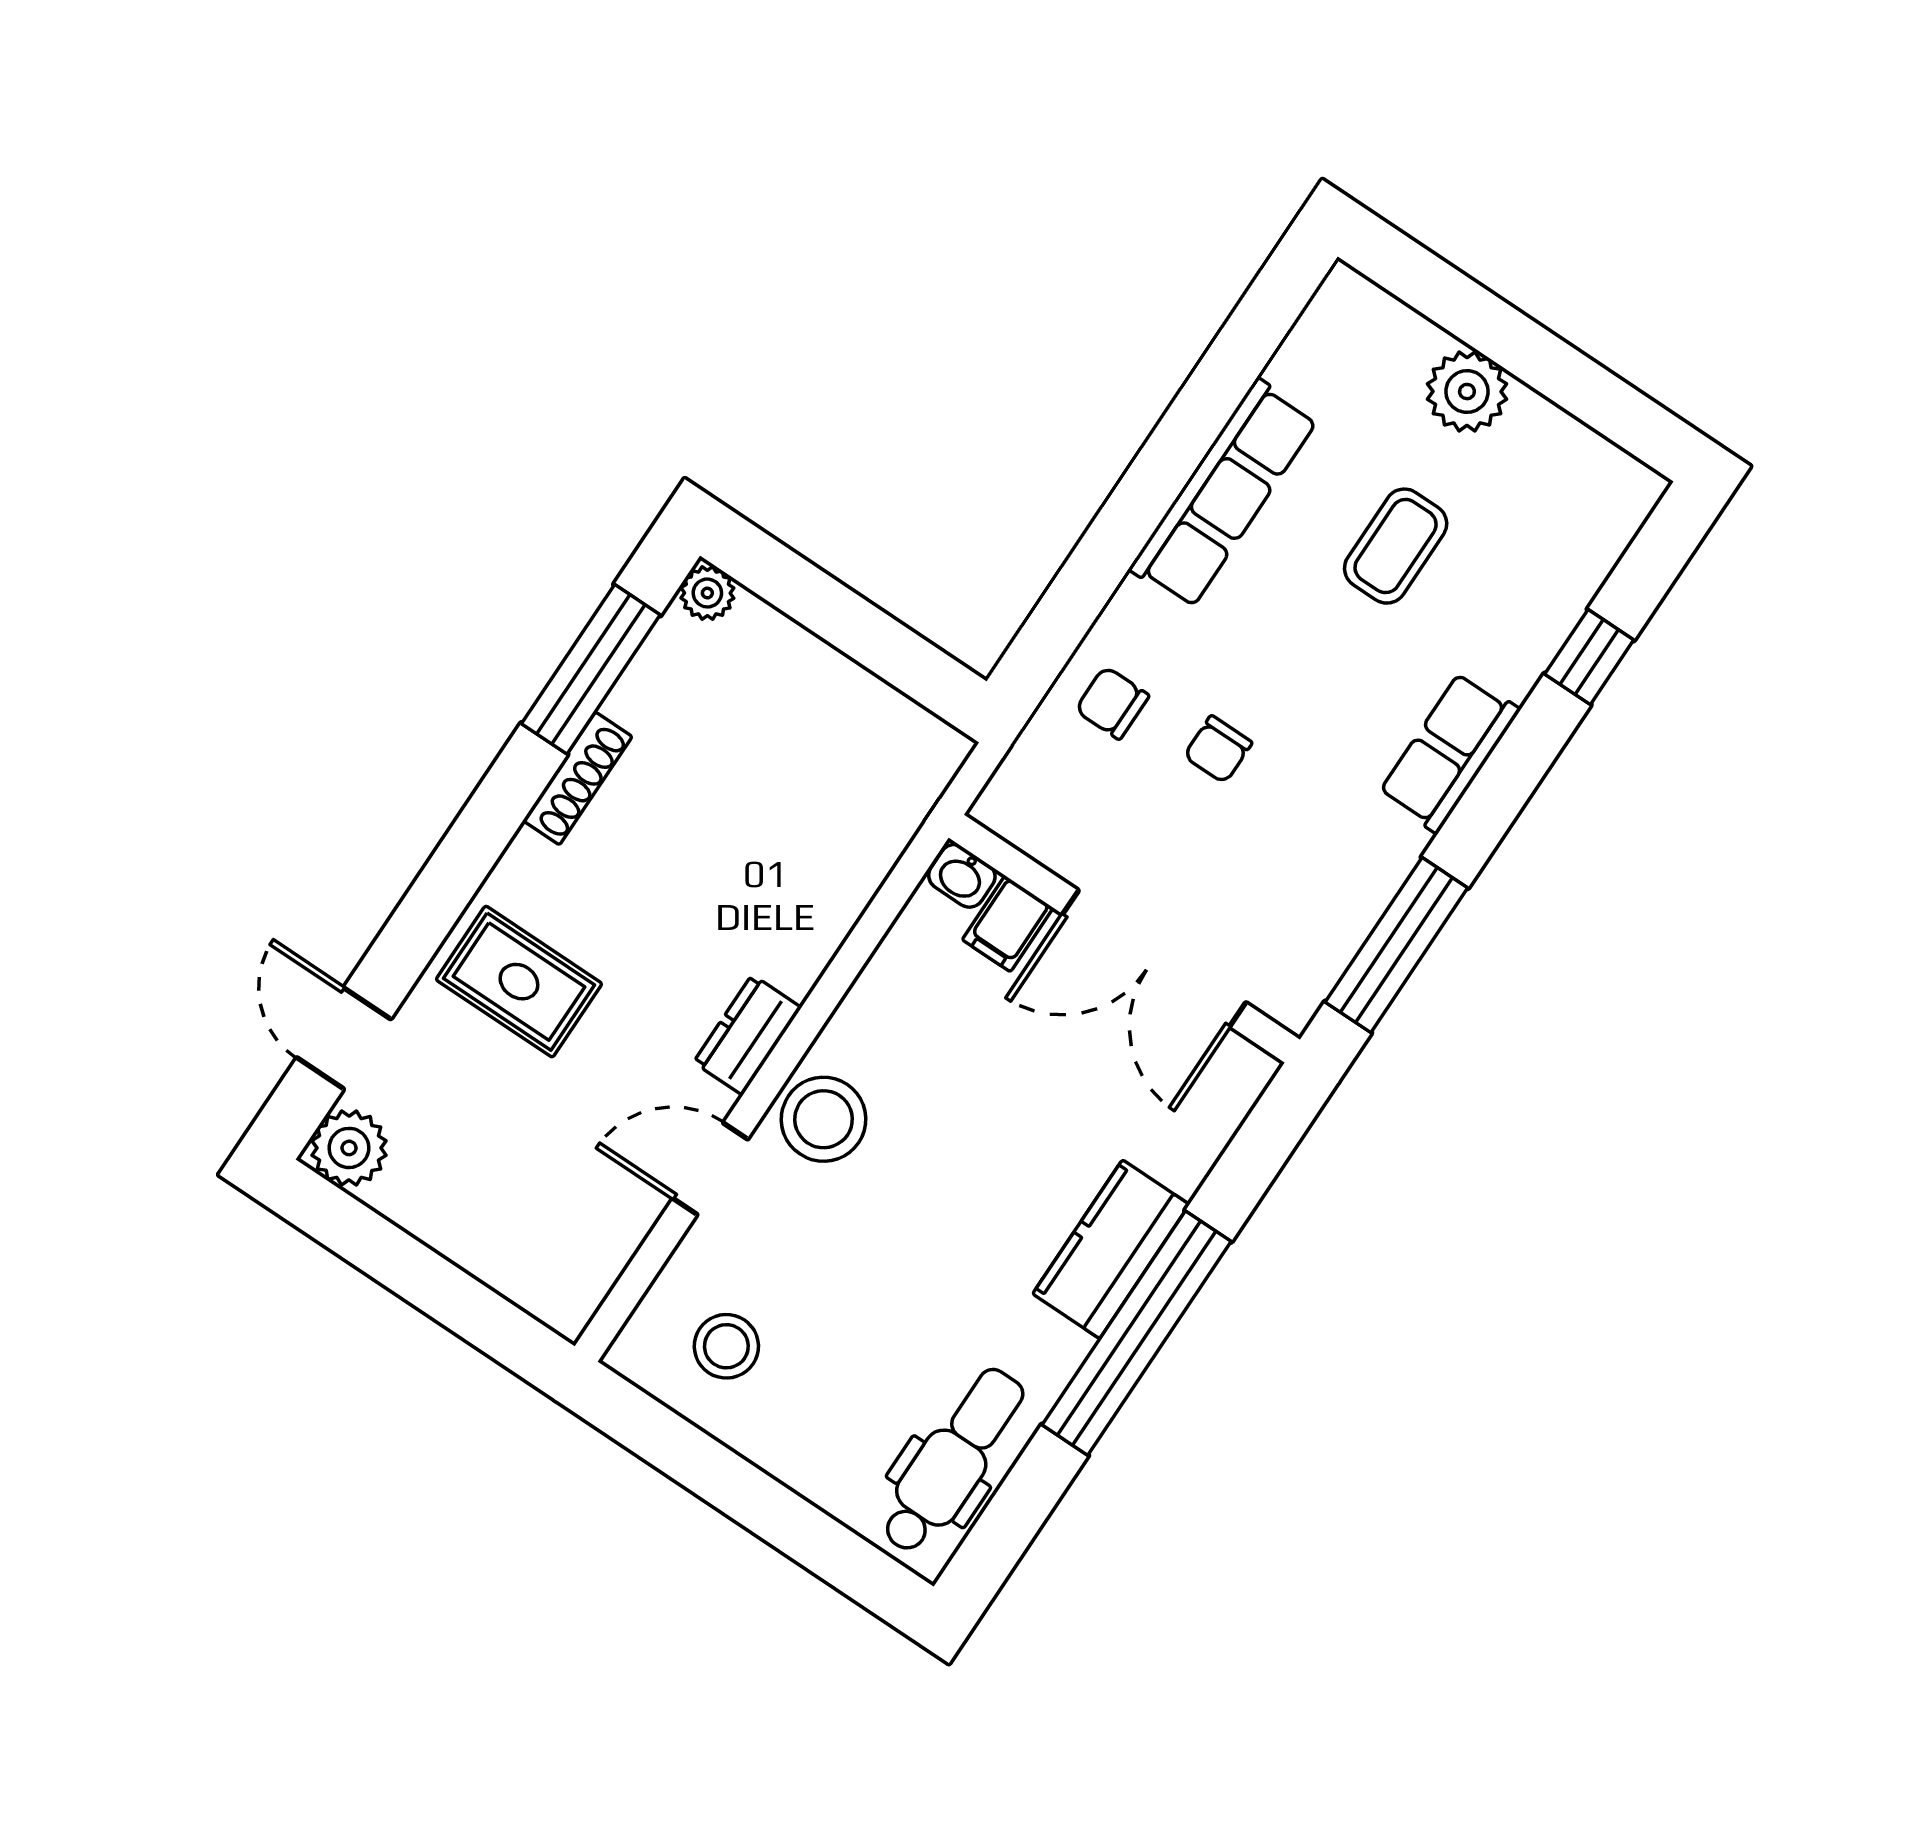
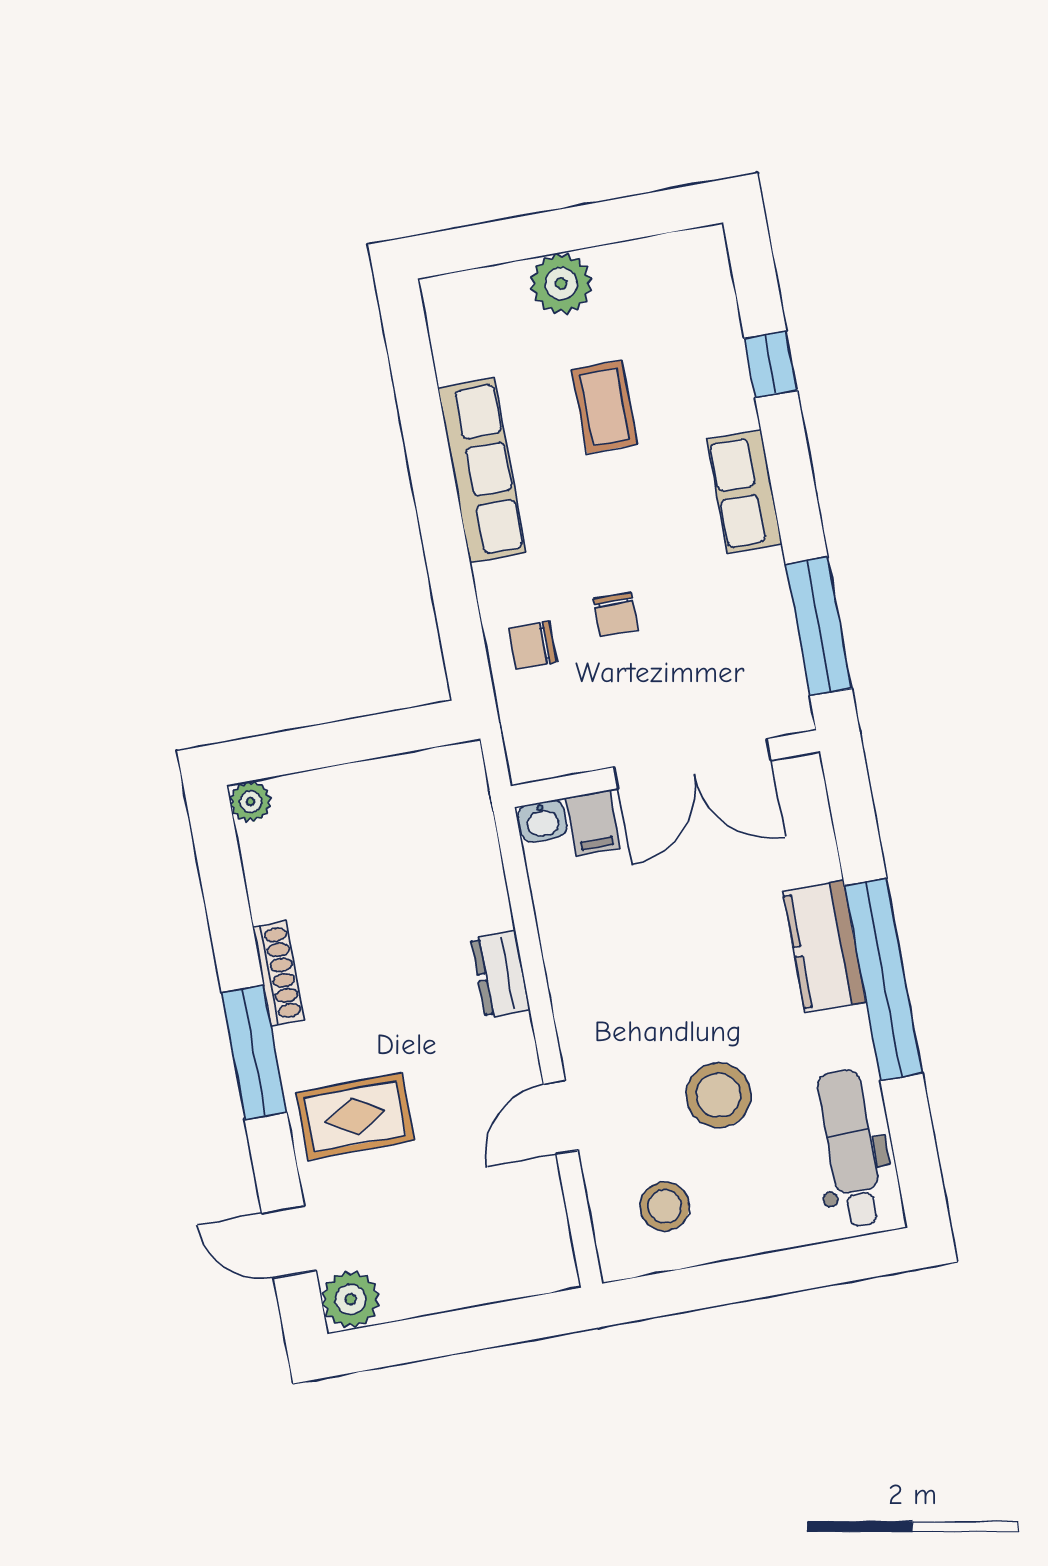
window: (591, 669) -> (254, 1052), moved
dresser: (747, 1035) -> (500, 974), moved
stool: (824, 1119) -> (719, 1095), moved

